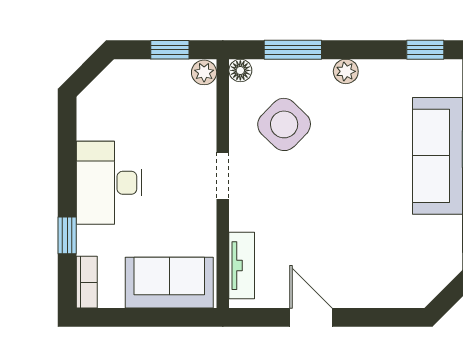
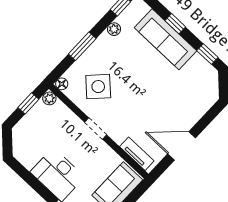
window: (293, 50) -> (82, 46), moved
plant: (346, 71) -> (114, 29), moved
door: (311, 317) -> (182, 146), width x1.38

